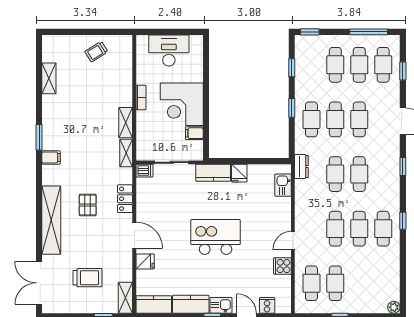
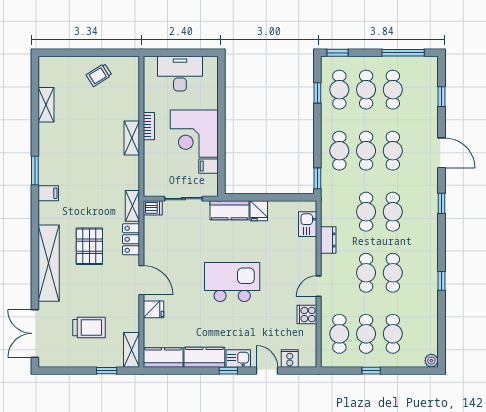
cafe table: (383, 65) -> (339, 90), moved
window: (292, 108) -> (317, 178), moved
shelving: (126, 123) -> (132, 138), moved
shelving: (126, 153) -> (132, 206), moved
dresser: (301, 166) -> (328, 240), moved
pallet: (88, 205) -> (89, 246), width x1.50, depth x1.42
window: (403, 221) -> (441, 281), moved
cafe table: (383, 229) -> (393, 334), moved

